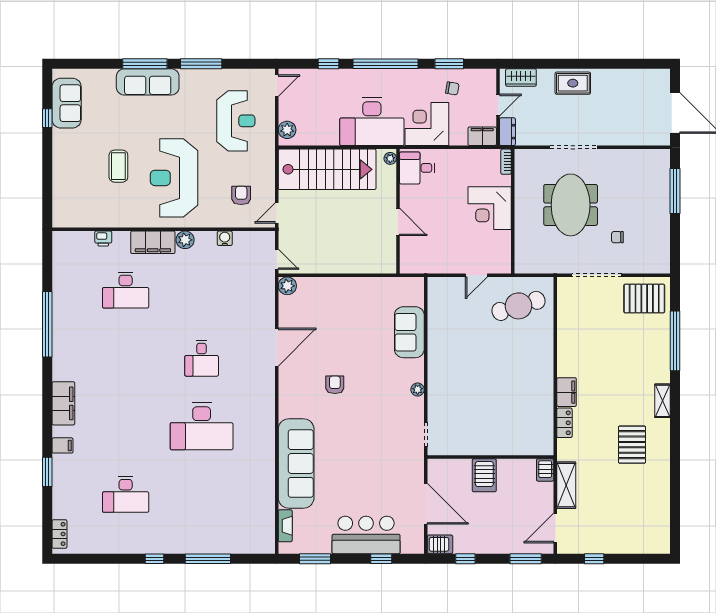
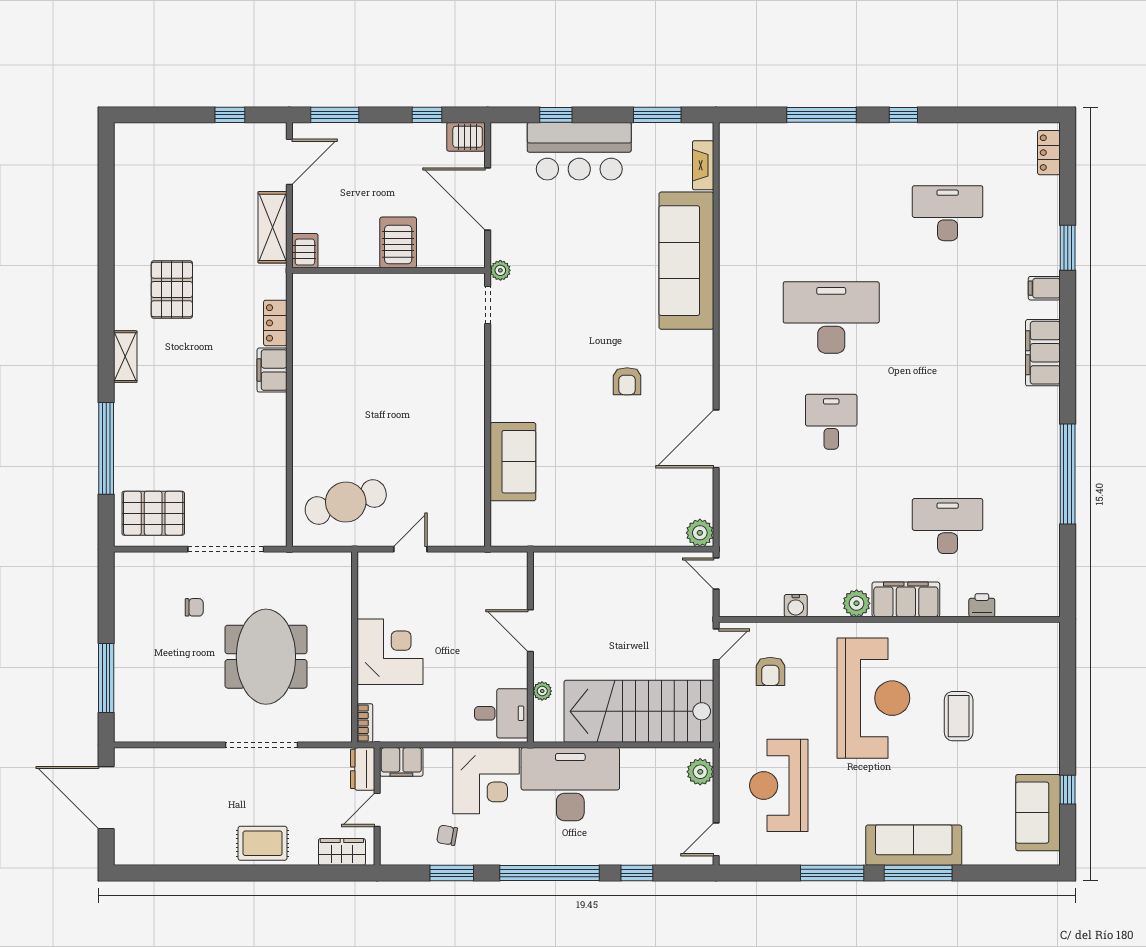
plant: (390, 158) -> (542, 691), moved
plant: (418, 389) -> (500, 270), moved

